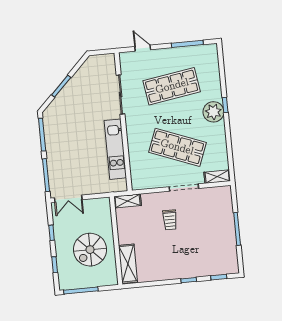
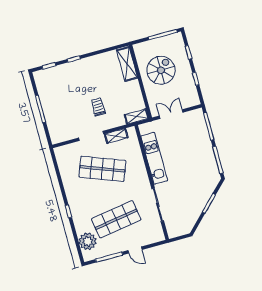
door: (143, 48) -> (135, 250), moved
plant: (213, 112) -> (88, 241), moved
shelving: (217, 177) -> (116, 136), moved
double door: (68, 199) -> (171, 114), moved

